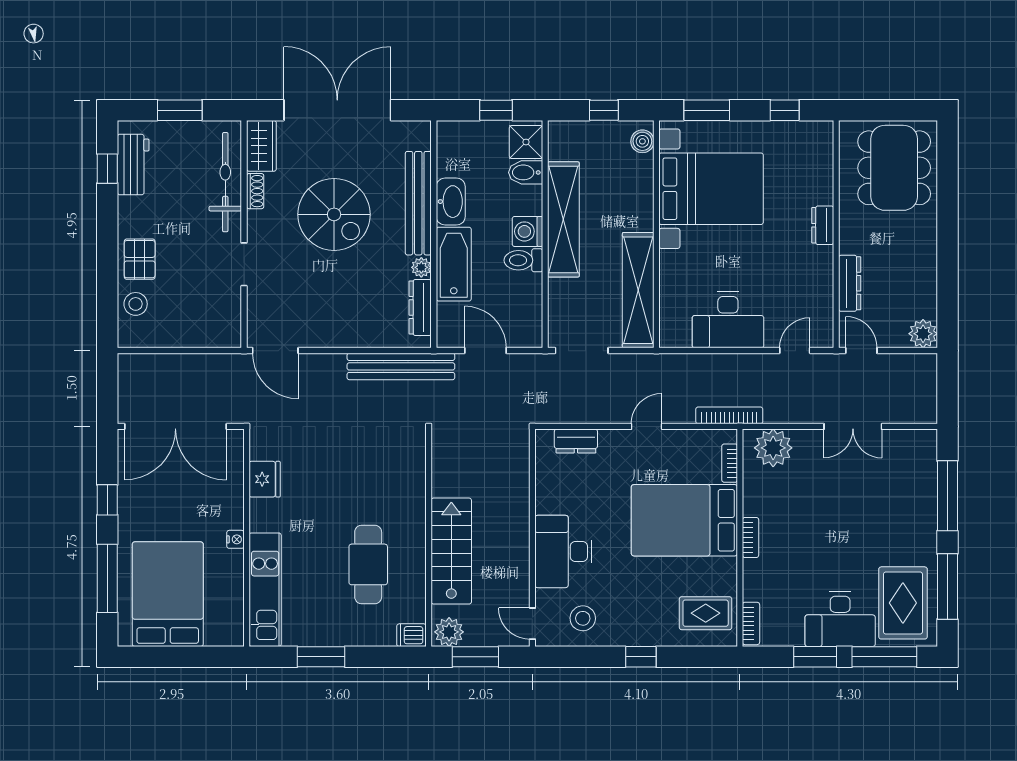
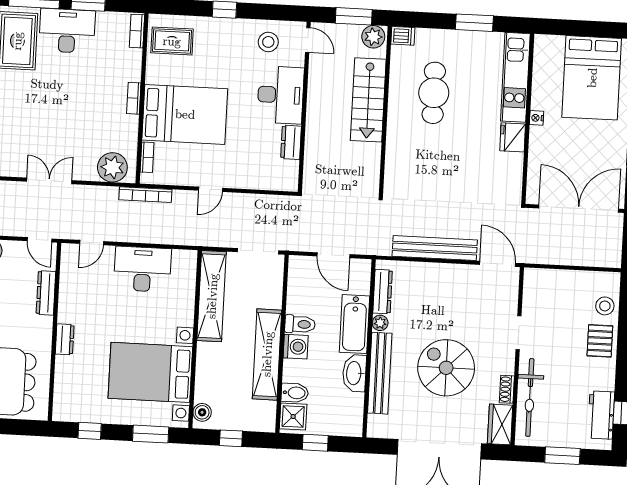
bench: (401, 366) -> (435, 248), moved
dresser: (576, 441) -> (291, 142), moved, turned -90
fridge: (265, 479) -> (513, 137), moved

